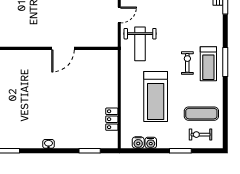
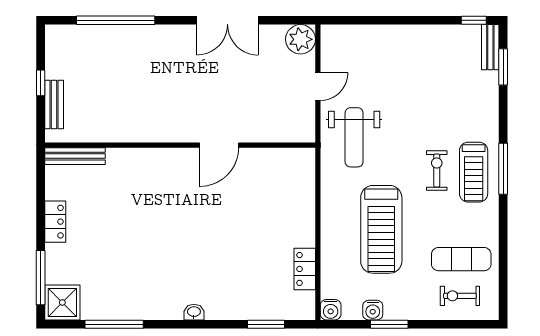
water cooler: (138, 143) -> (331, 310), moved
window: (180, 151) -> (389, 324), moved

